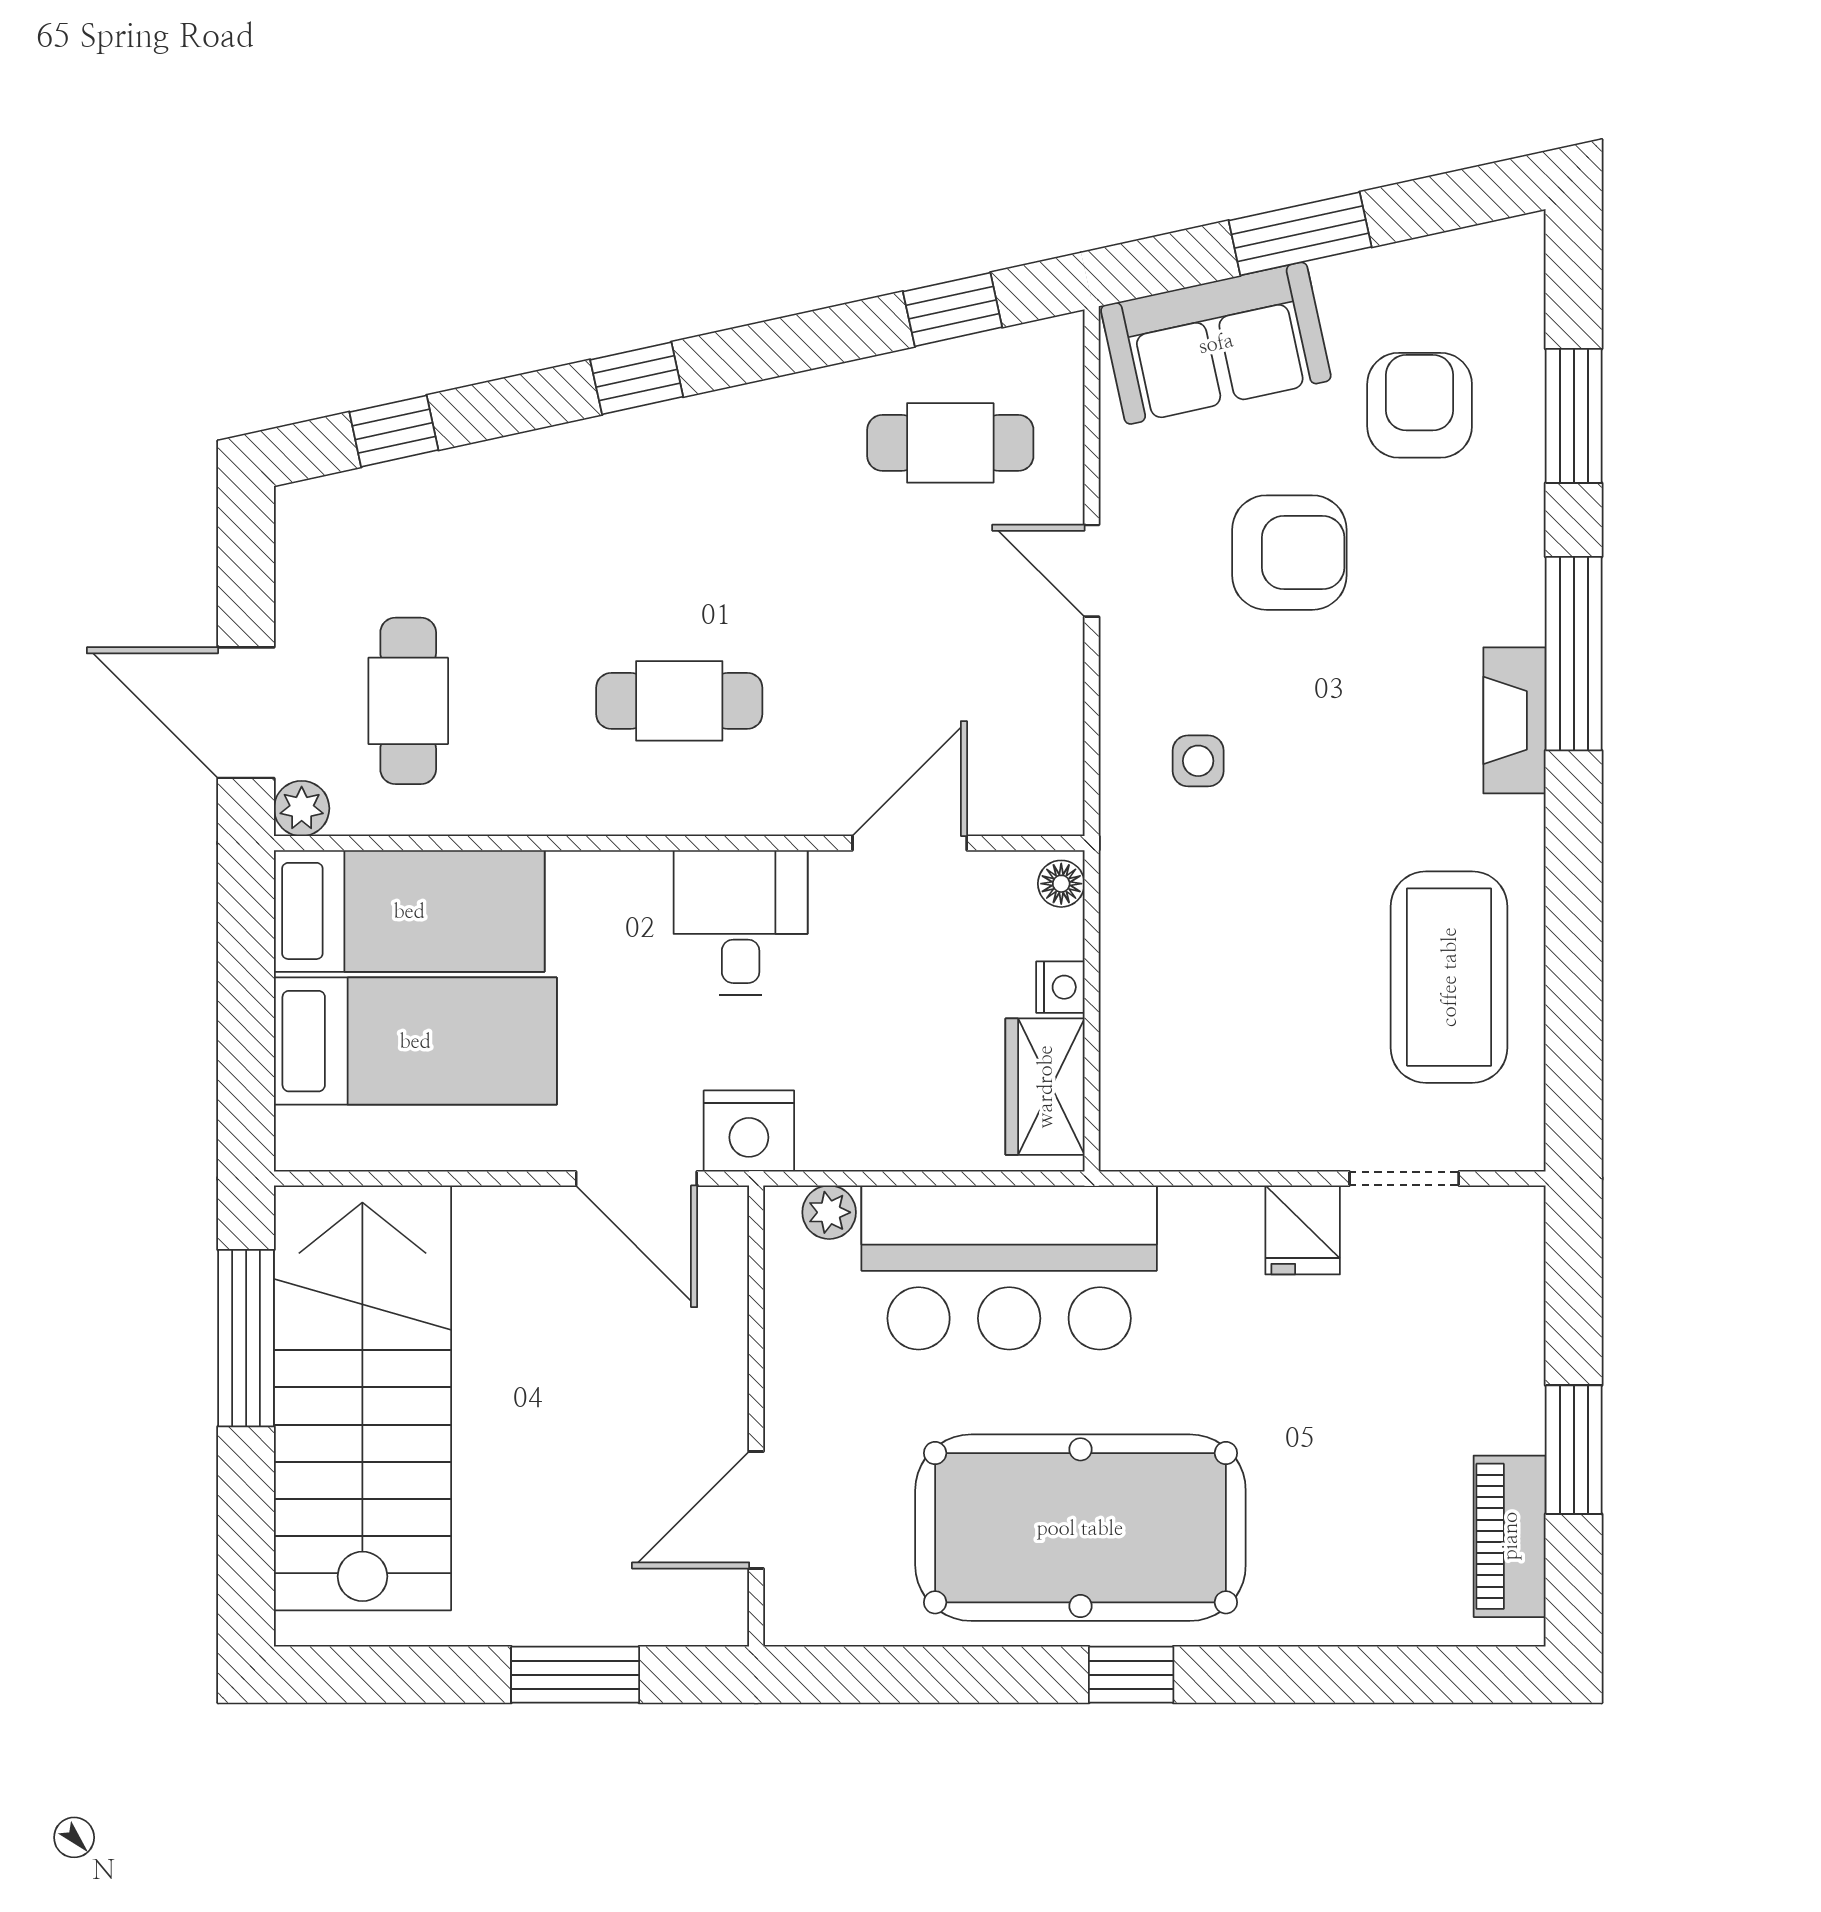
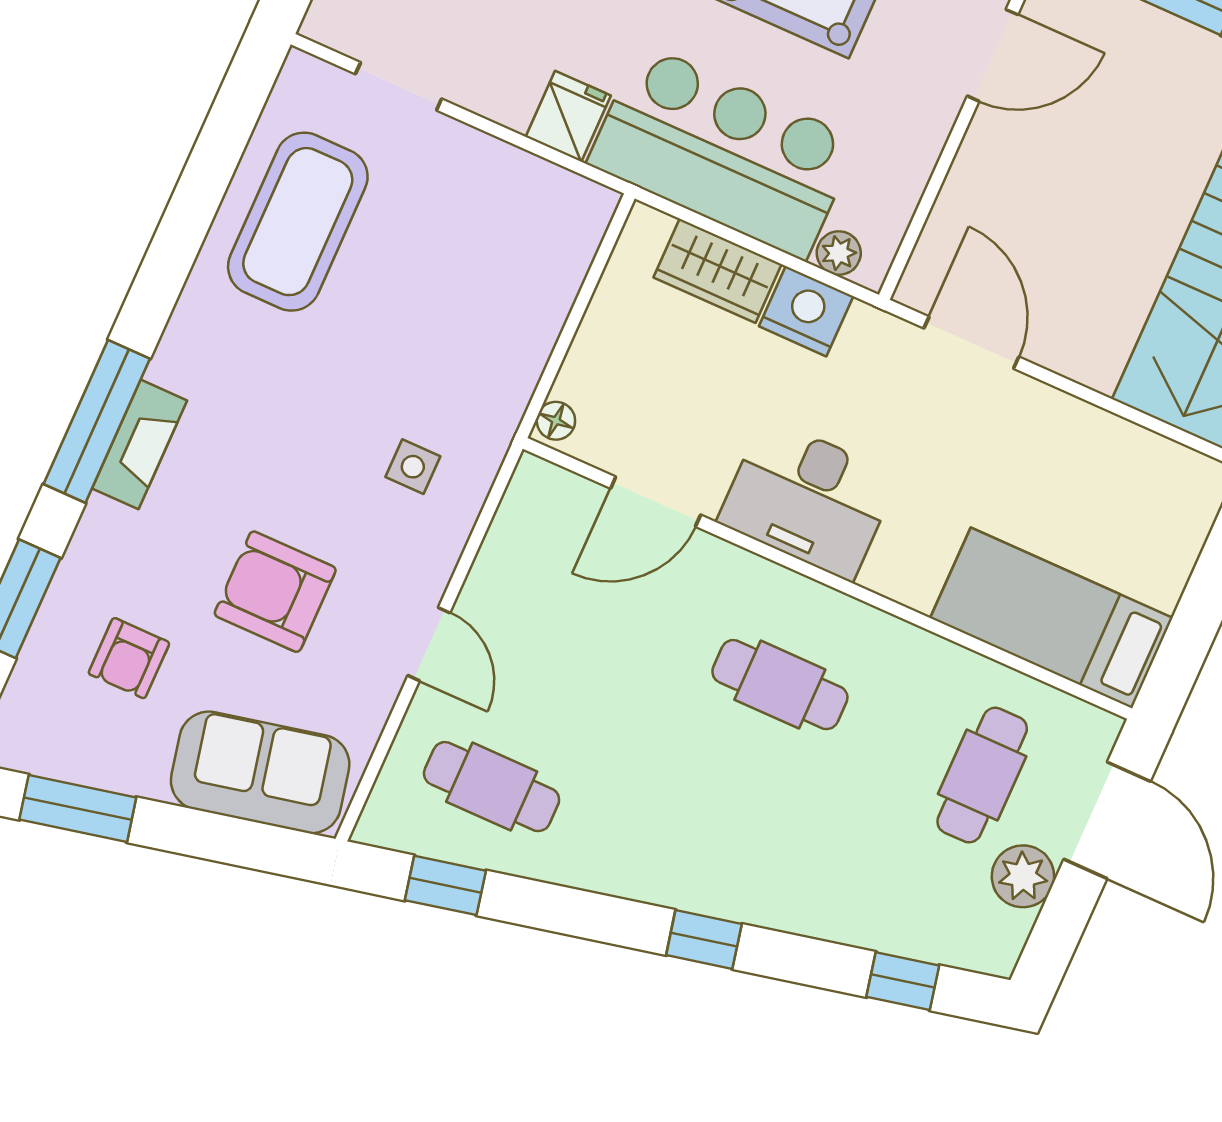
window: (1300, 234) -> (78, 808), moved
armchair: (1420, 405) -> (129, 658), width x0.72, depth x0.72
fireplace: (1514, 720) -> (139, 444), moved
plant: (302, 808) -> (1023, 876), moved, width x1.38, depth x1.38
desk: (741, 922) -> (808, 499), width x1.37
nightstand: (1060, 987) -> (591, 344), removed
bed: (415, 1041) -> (1090, 519), removed
wardrobe: (1045, 1087) -> (718, 271), moved, turned 90
nightstand: (749, 1131) -> (806, 311), moved
fridge: (1303, 1230) -> (568, 116), moved

